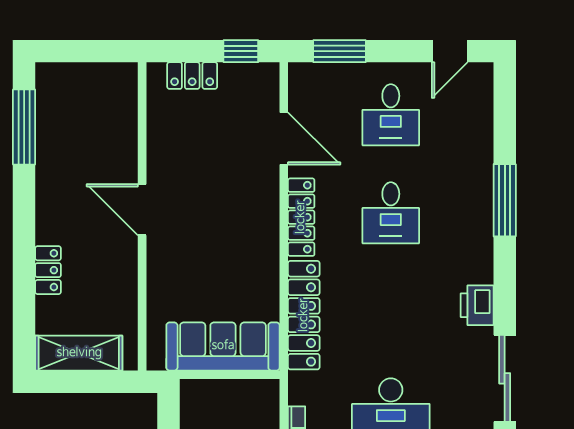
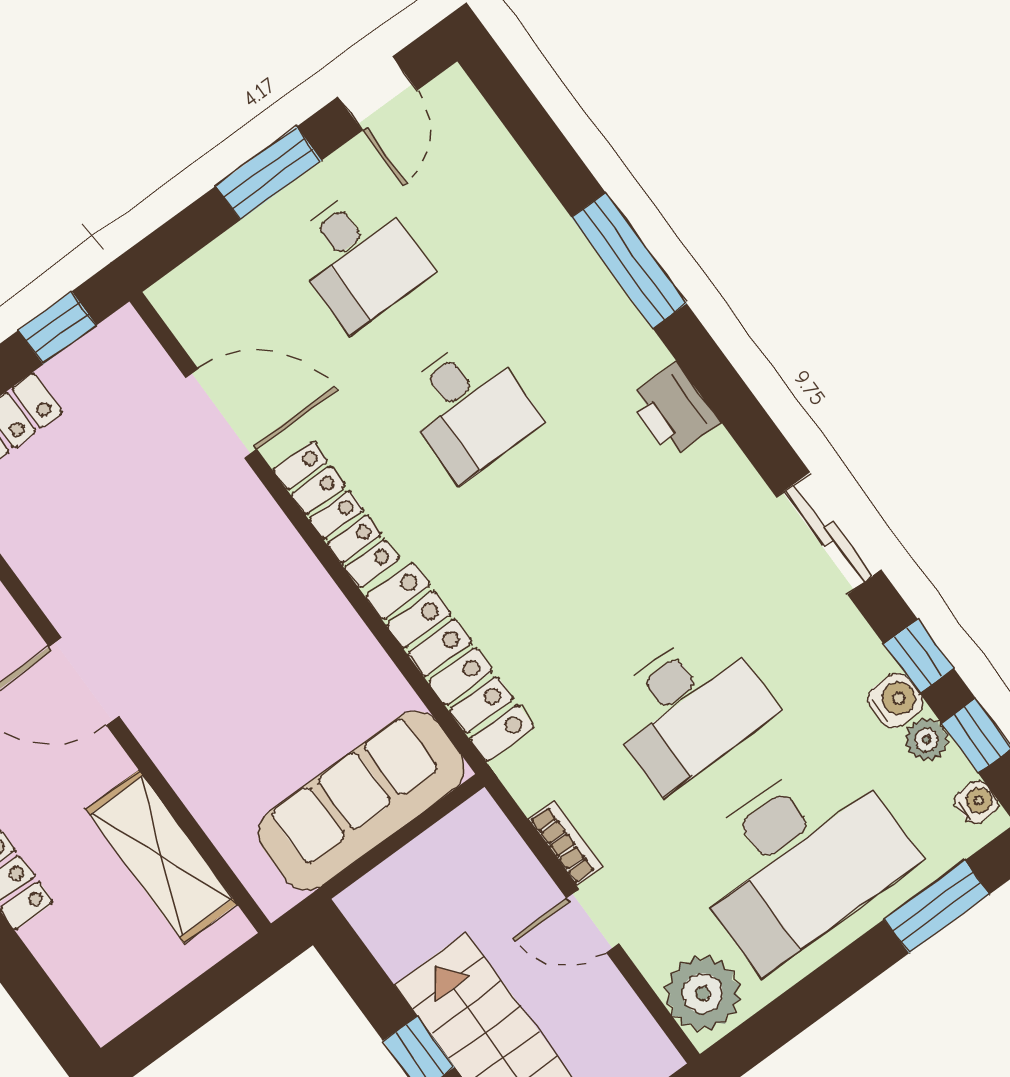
window: (340, 51) -> (269, 173), moved
printer: (477, 305) -> (674, 410), moved
shelving: (79, 353) -> (161, 857), moved, turned 90
sliding door: (505, 378) -> (829, 533), width x0.73

